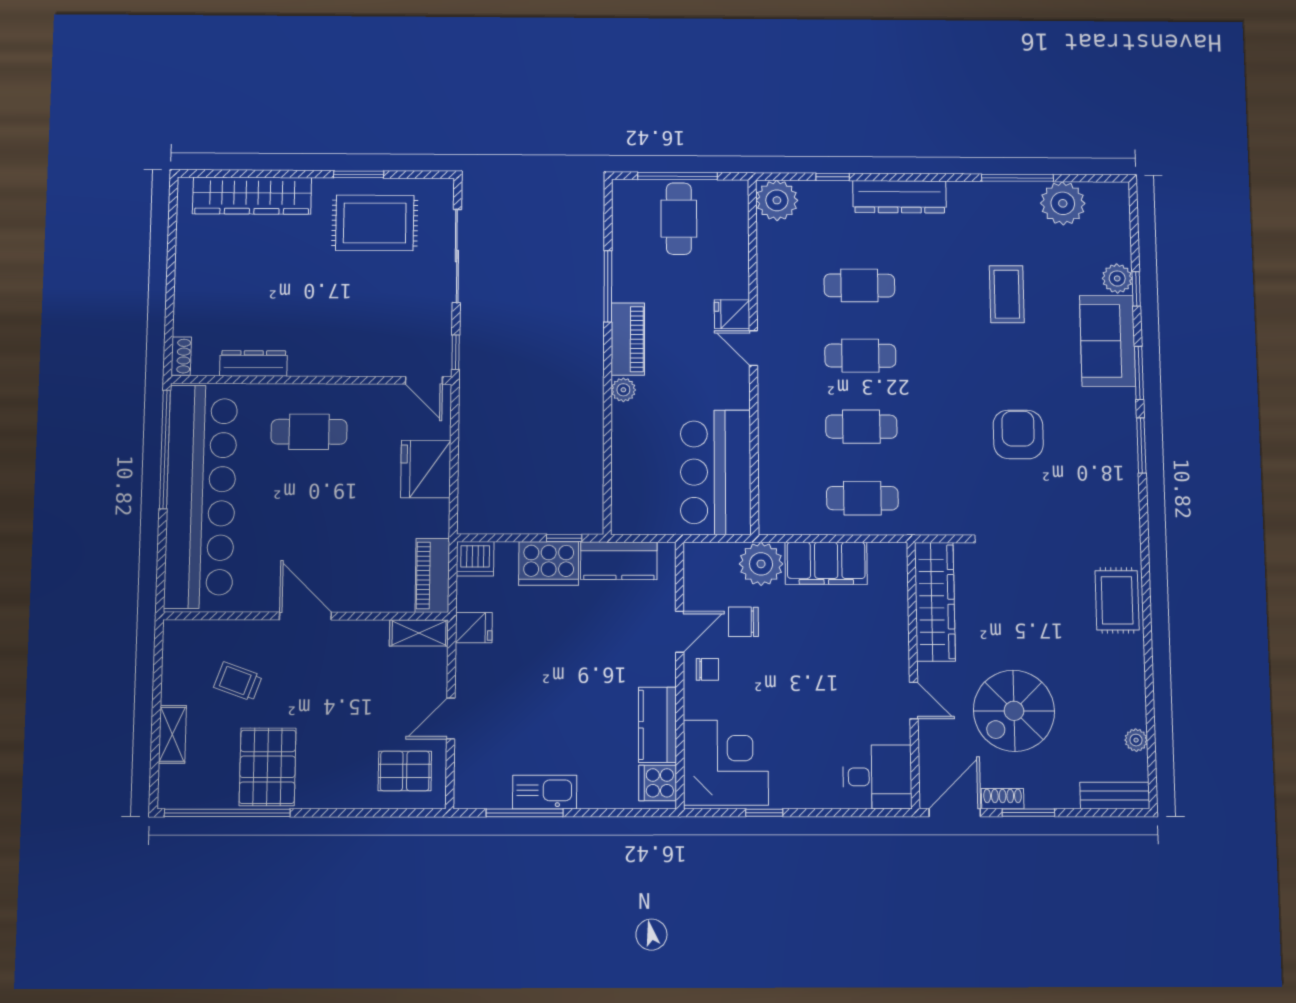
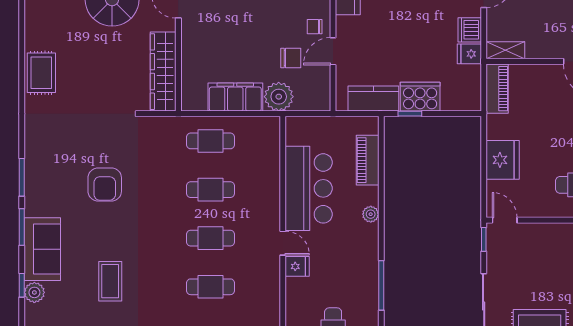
piano: (628, 339) -> (368, 160), moved
bar counter: (716, 472) -> (309, 188), moved
dishwasher: (475, 559) -> (470, 30), moved, turned -90

